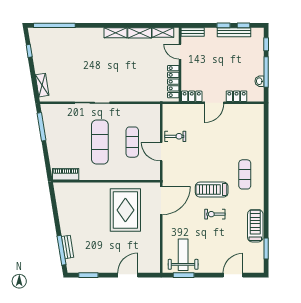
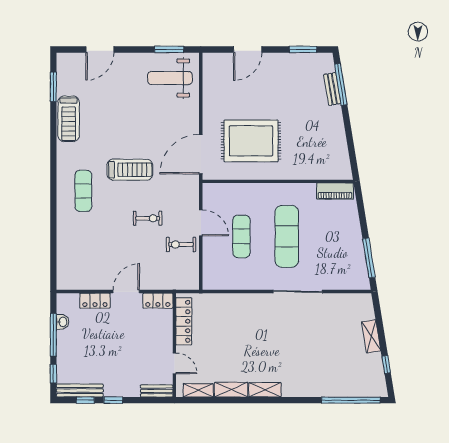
bench: (234, 32) -> (80, 390), moved
shelving: (42, 85) -> (371, 336), moved
rug: (125, 210) -> (251, 141), turned 90
exercise bike: (215, 214) -> (148, 218), moved
weight bench: (183, 255) -> (170, 78), turned 90

